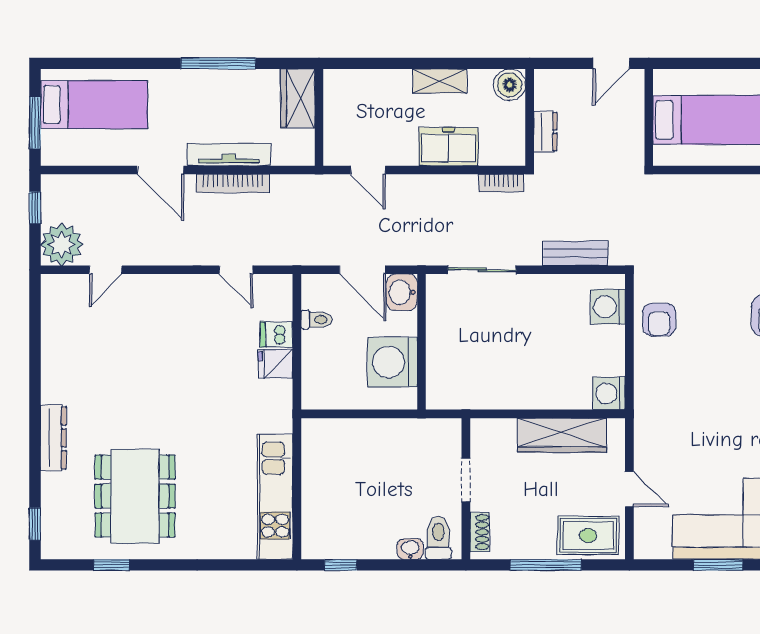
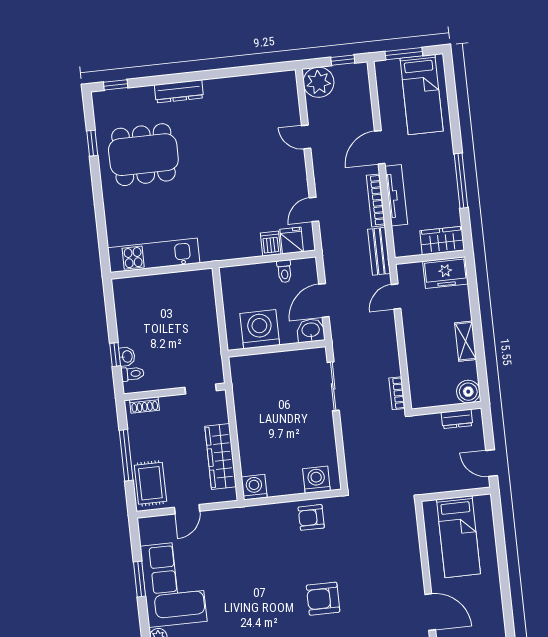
dresser: (545, 132) -> (457, 419), moved
freezer: (448, 147) -> (445, 273), moved, turned 90
bench: (576, 253) -> (379, 251), moved
door: (106, 270) -> (306, 137), moved
fridge: (275, 364) -> (292, 241), moved
doorway: (466, 480) -> (201, 389), moved
toilet: (438, 538) -> (133, 374), width x0.73, depth x0.72
window: (341, 565) -> (115, 355), moved

